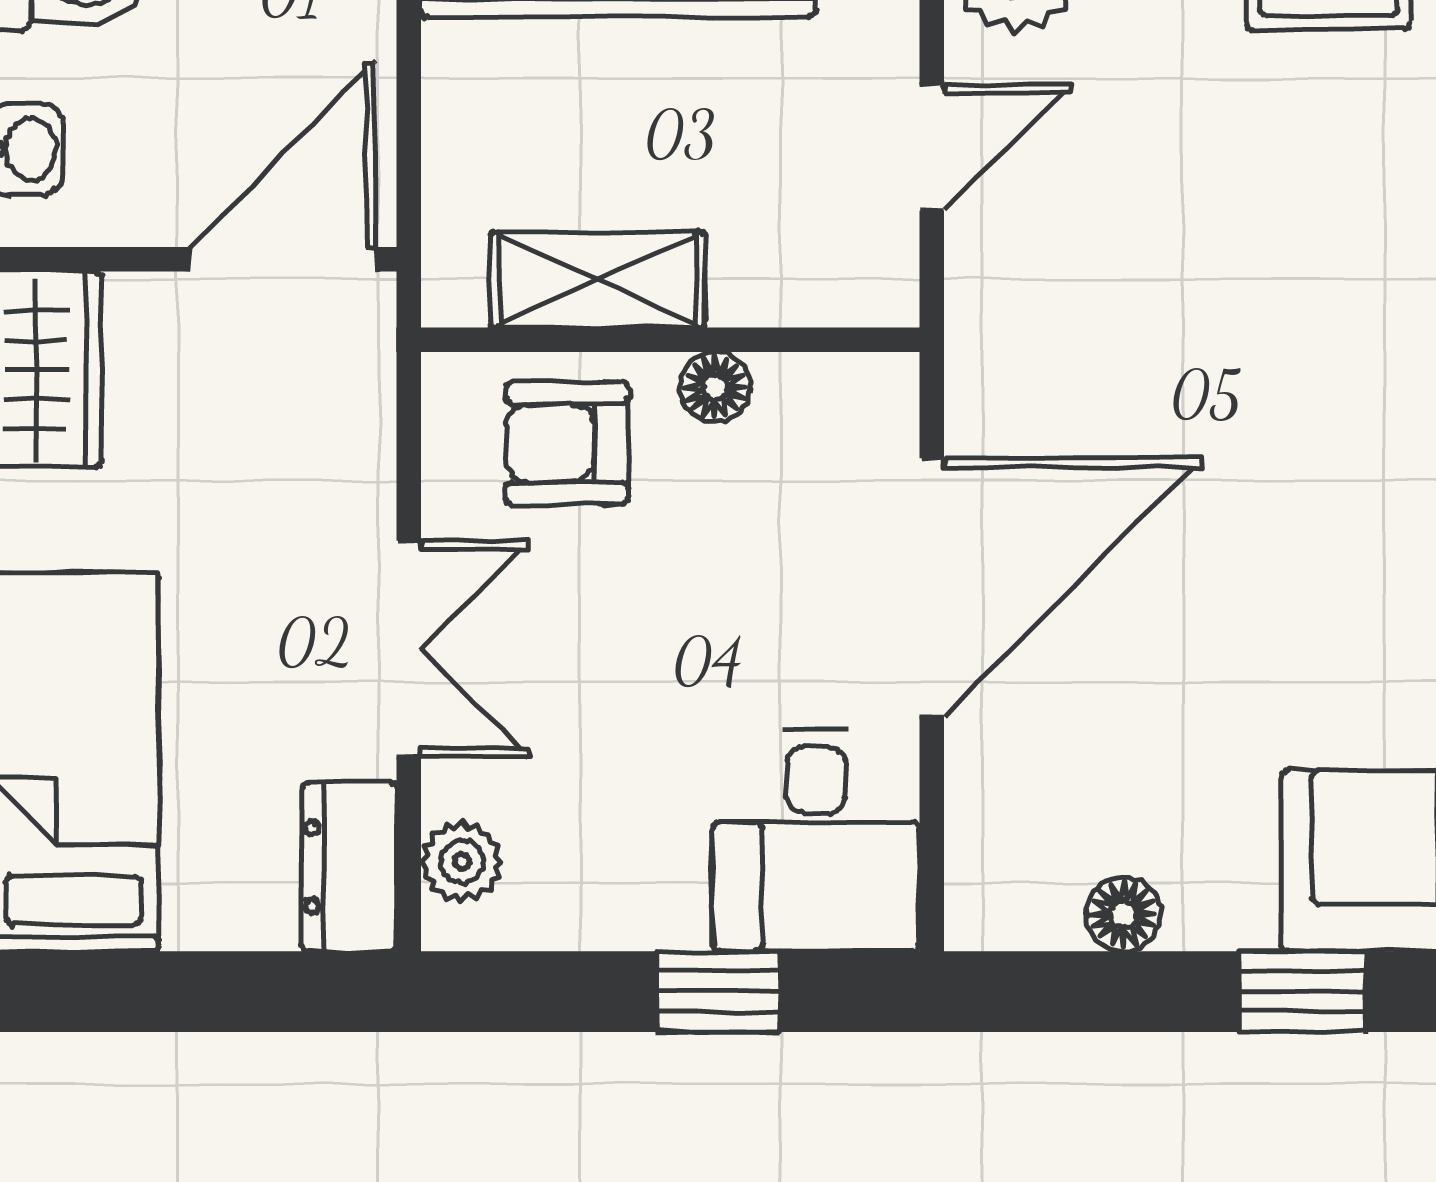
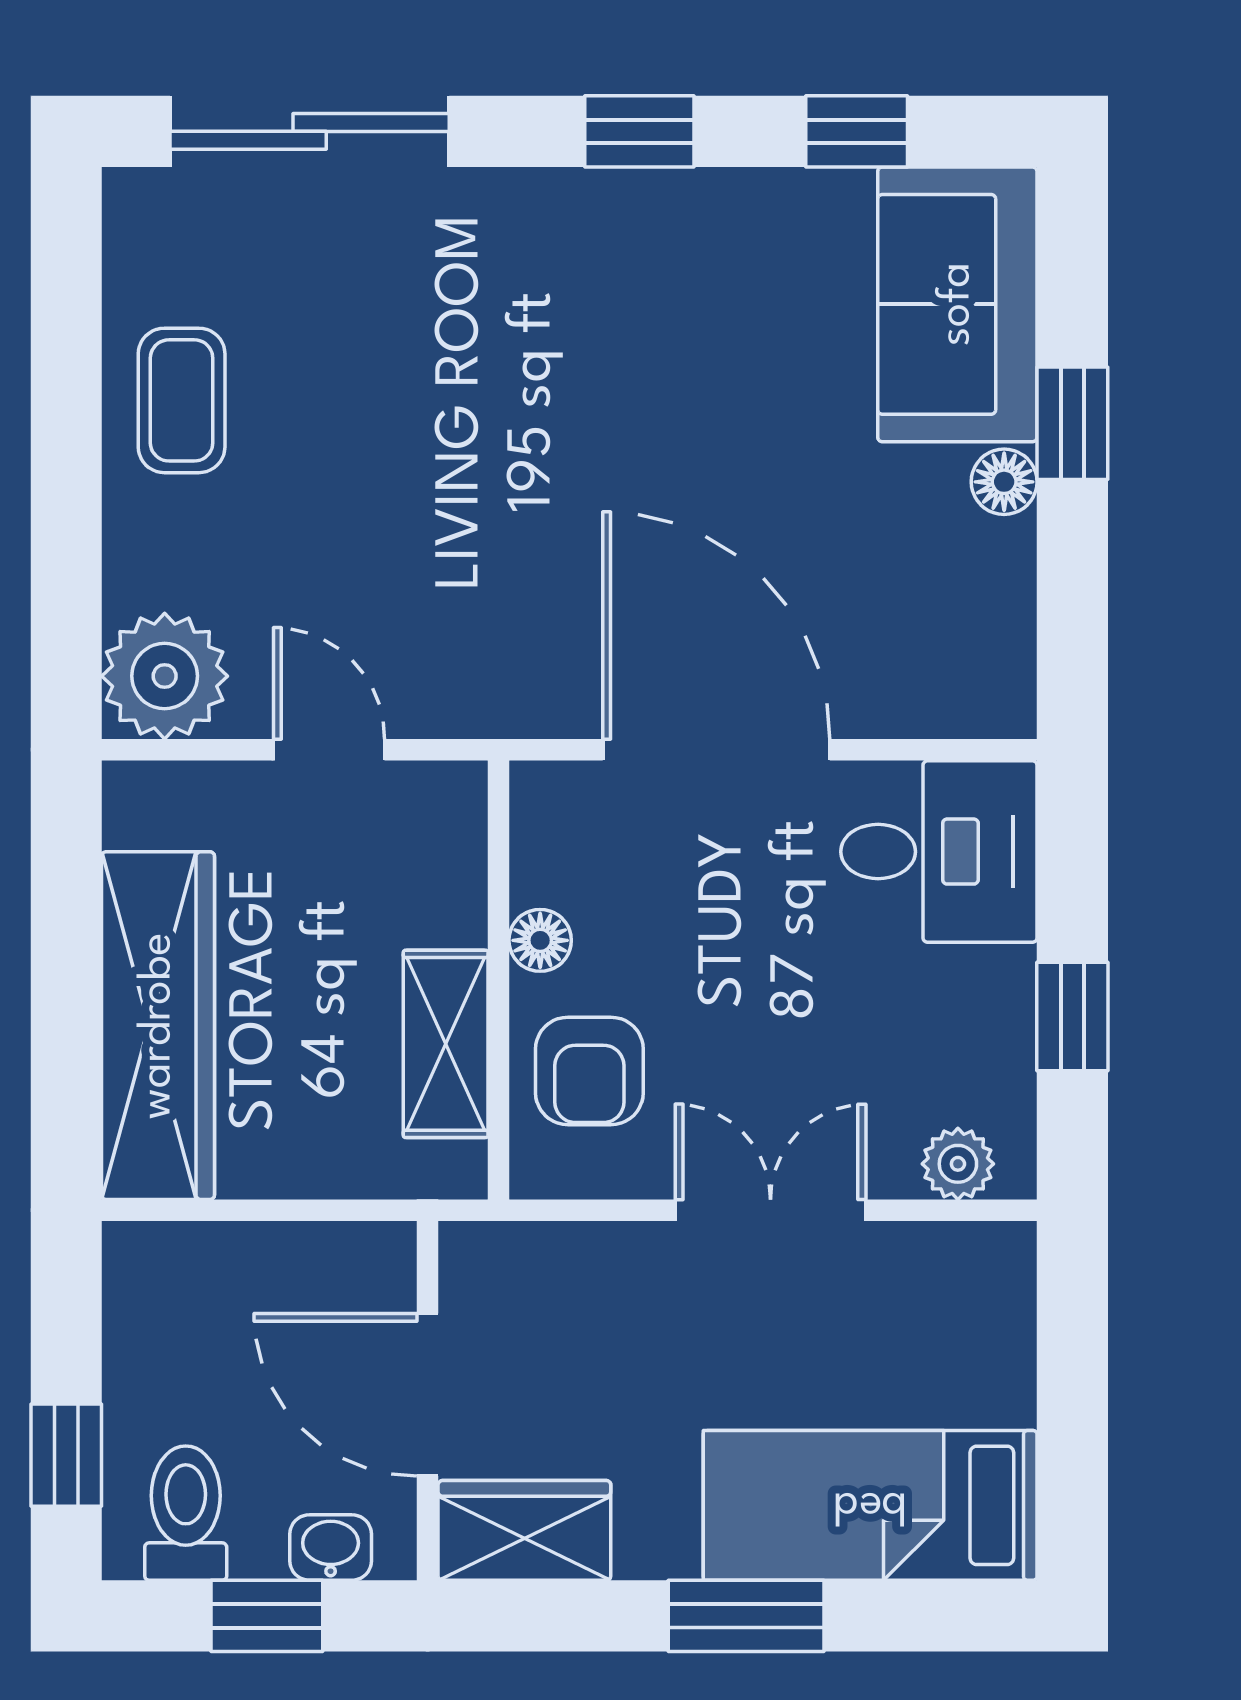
door: (283, 259) -> (428, 1395), moved
dresser: (349, 867) -> (962, 1263), removed
floor lamp: (1123, 914) -> (1004, 482), moved
window: (719, 992) -> (1072, 1017), moved

